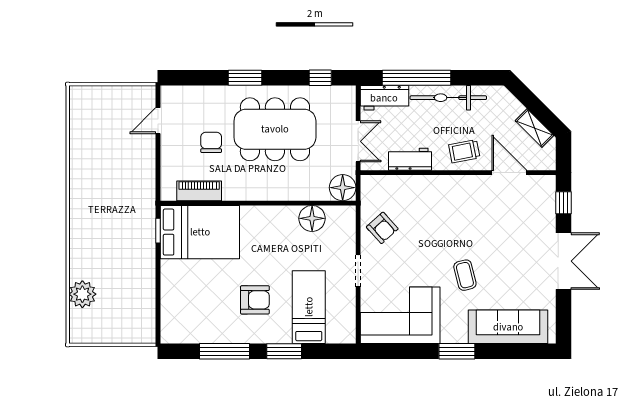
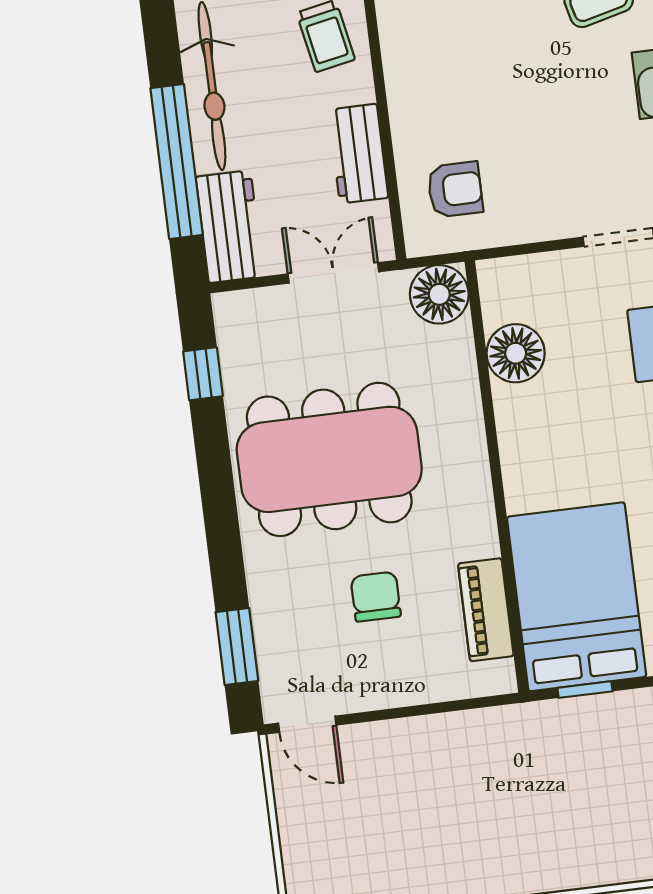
window: (245, 78) -> (237, 647), moved
door: (158, 121) -> (307, 724), moved
dining table: (275, 129) -> (329, 459), turned 90
chair: (211, 142) -> (376, 597), turned 90
armchair: (382, 228) -> (455, 190), moved, turned 42

